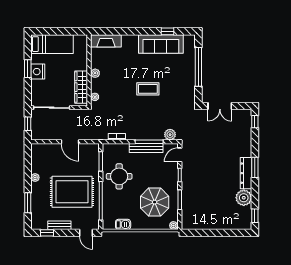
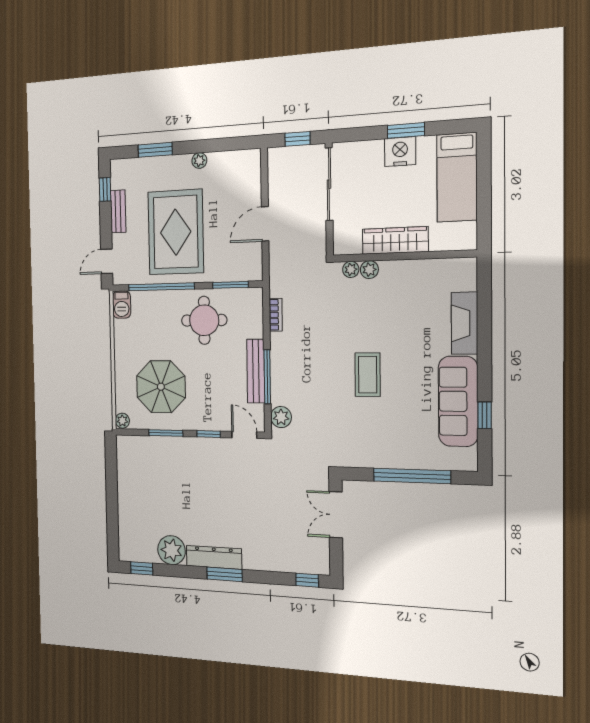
fireplace: (106, 41) -> (464, 323), moved
plant: (95, 73) -> (369, 270), moved
wardrobe: (81, 87) -> (395, 240), moved
barbecue: (123, 224) -> (122, 305), moved

